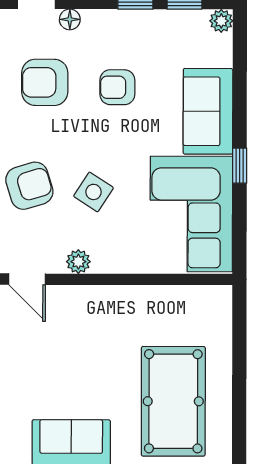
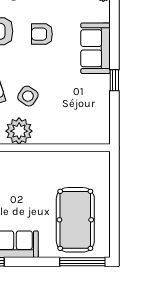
corner sofa: (191, 214) -> (86, 109), removed
plant: (78, 262) -> (19, 131), width x1.88, depth x1.88

